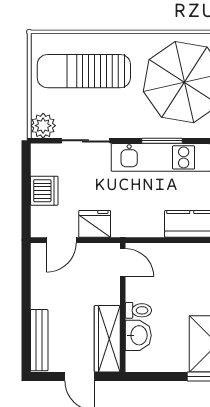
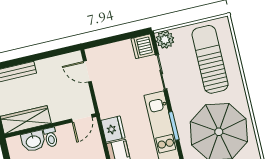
dishwasher: (44, 191) -> (143, 46), moved, turned 90
fridge: (95, 224) -> (113, 129), moved

